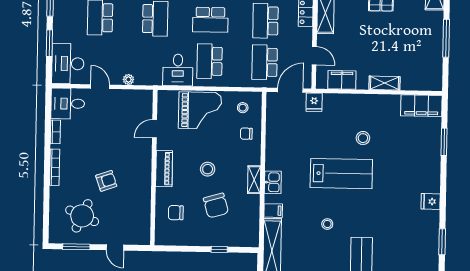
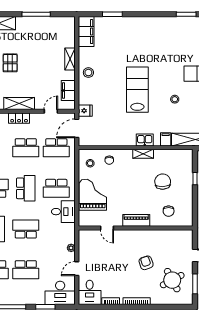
door: (290, 90) -> (77, 128), hinge flipped
stool: (363, 138) -> (88, 73), moved
stool: (208, 169) -> (136, 188), removed
fridge: (431, 201) -> (157, 23), removed
chair: (216, 206) -> (163, 182), turned -76
round table: (82, 216) -> (172, 280), turned 38

